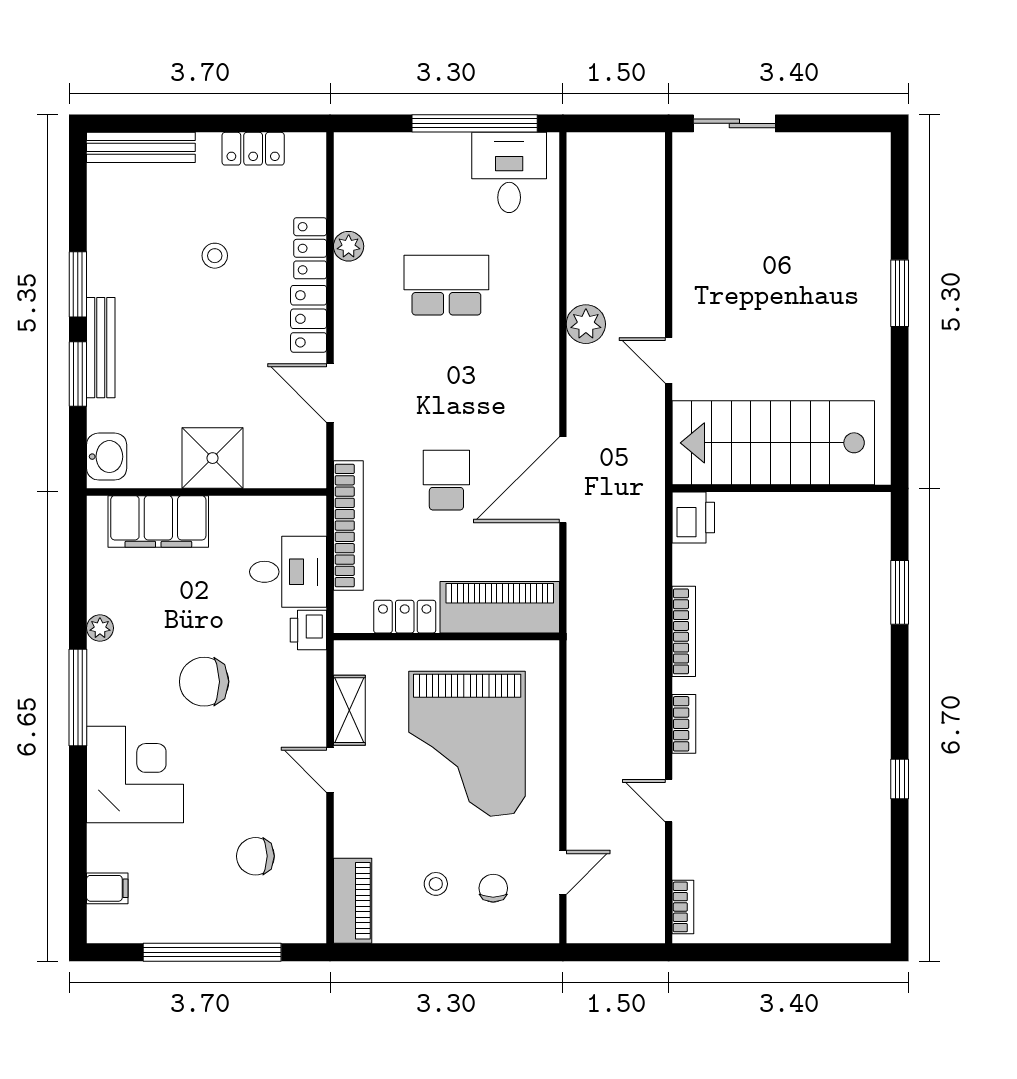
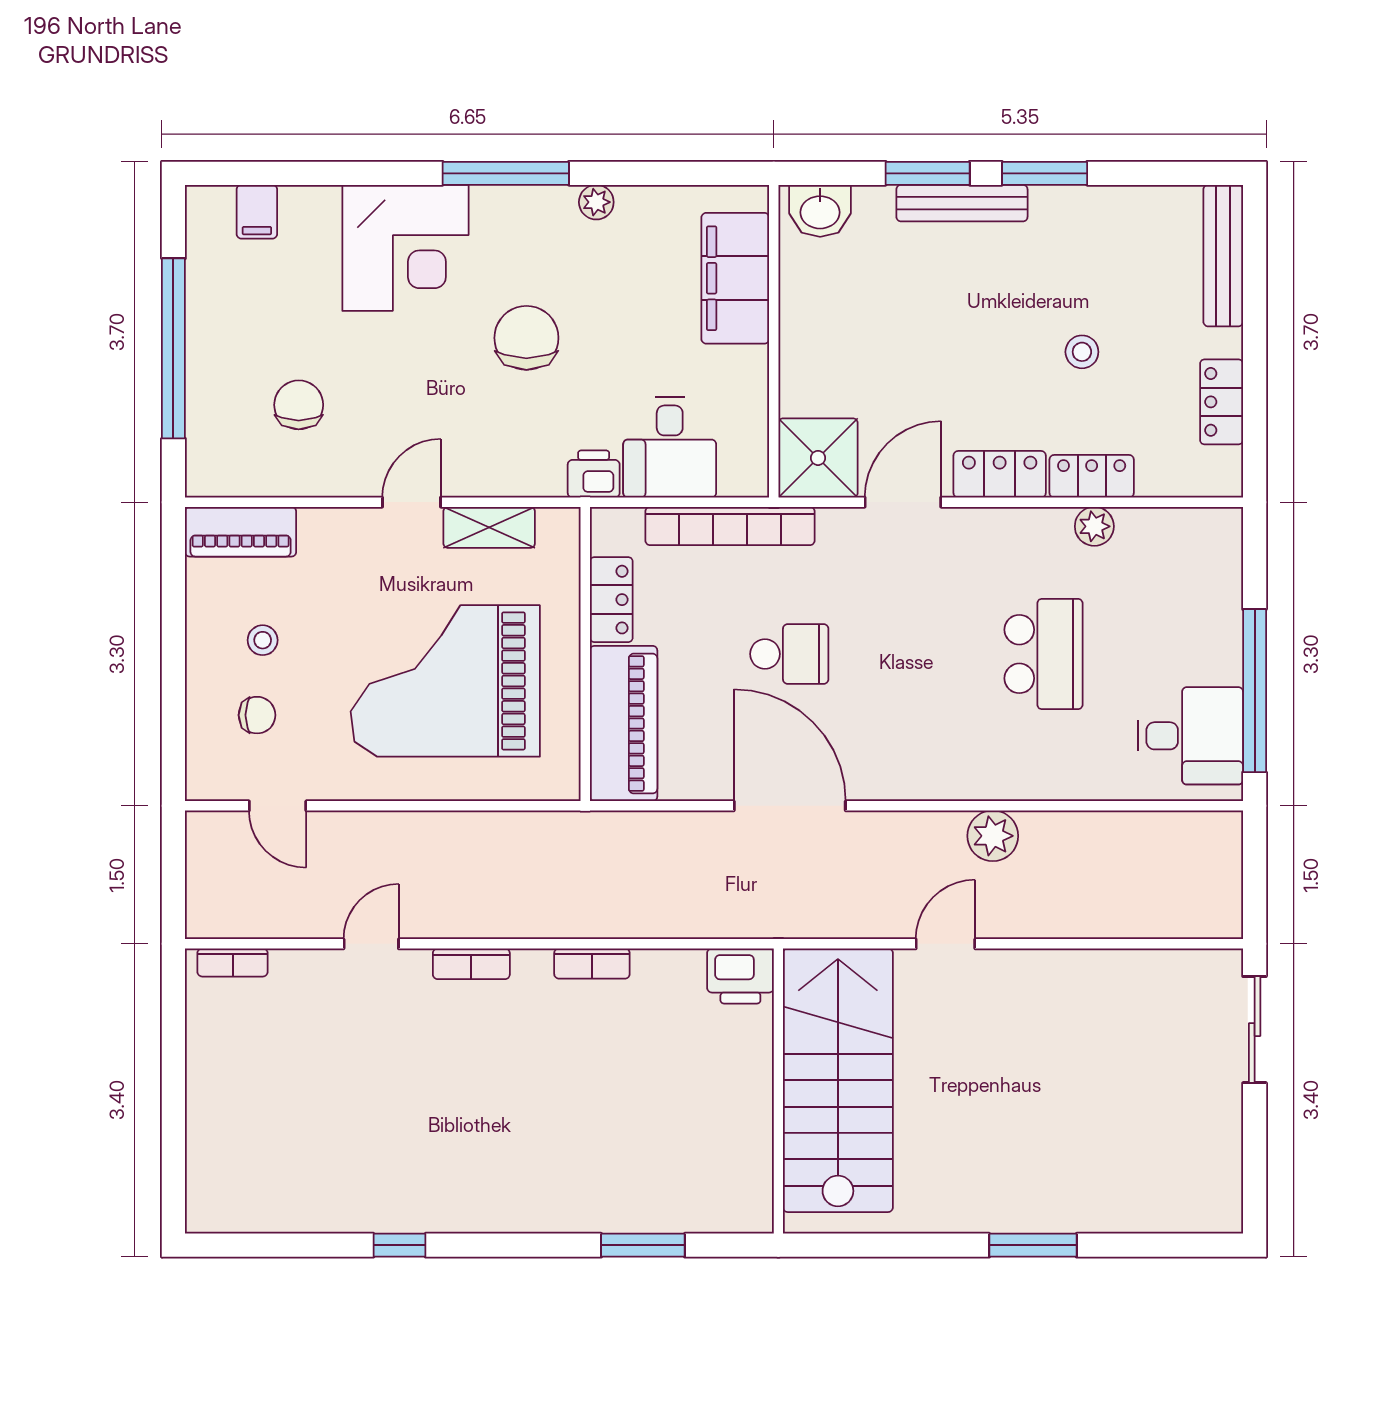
shower: (213, 458) -> (818, 458), moved
bookcase: (684, 631) -> (592, 964), width x0.64

